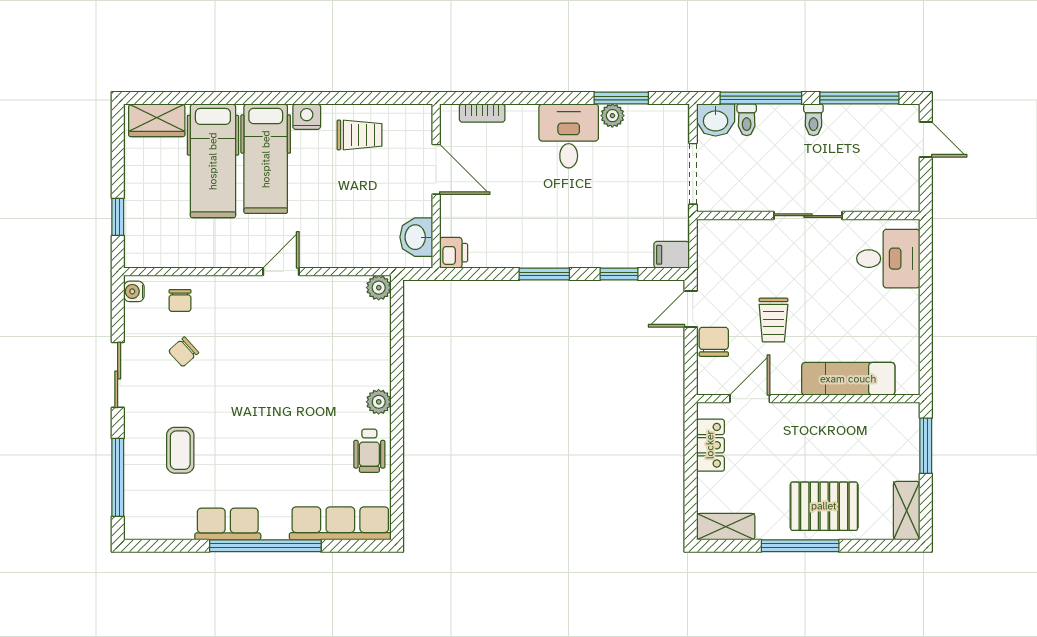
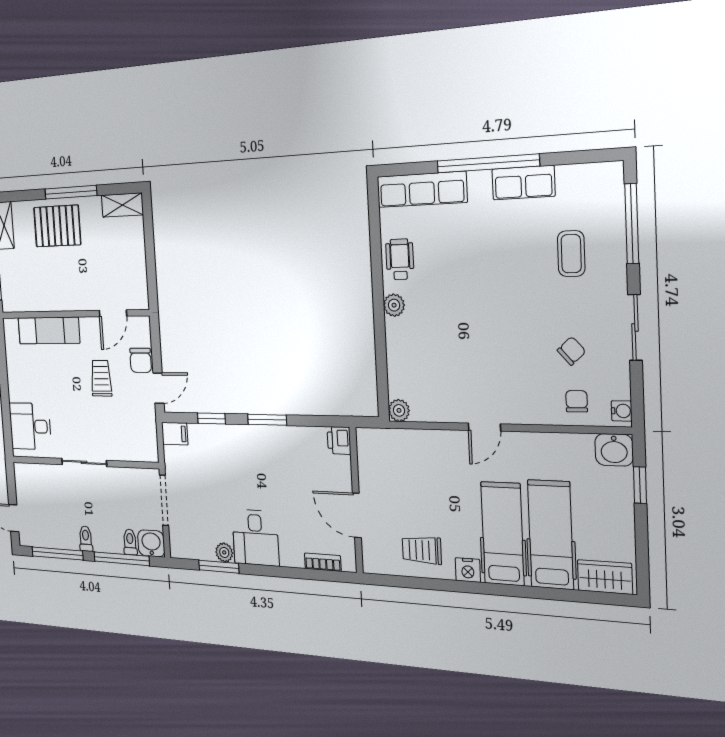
washbasin: (416, 237) -> (614, 450), moved, turned 90
locker: (710, 445) -> (137, 273), removed

